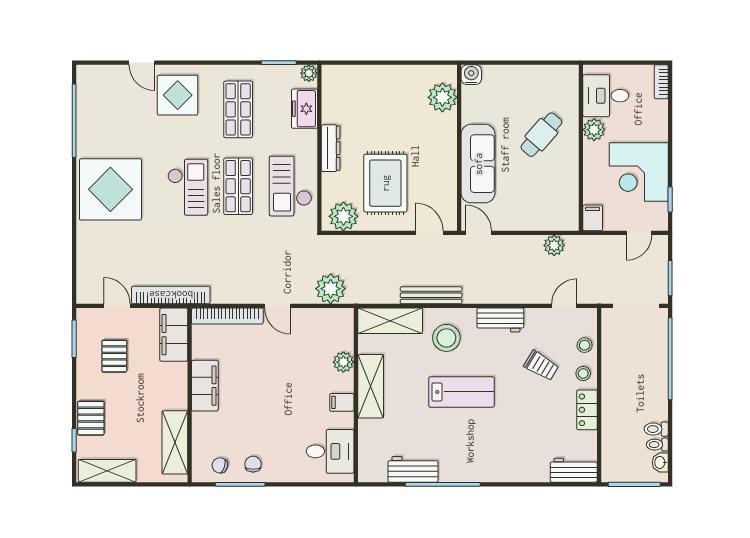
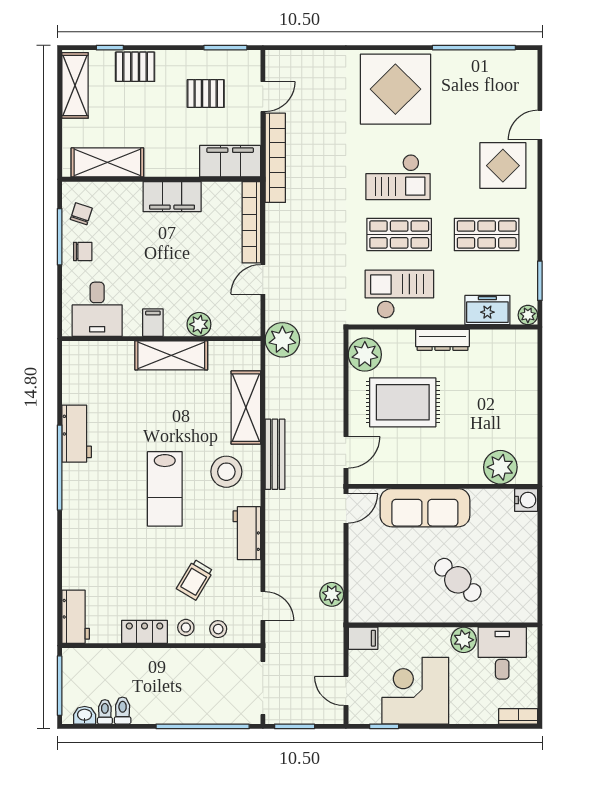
plant: (343, 362) -> (199, 324), moved
shelving: (371, 386) -> (171, 355), moved
wall: (356, 395) -> (161, 339), moved
filing cabinet: (342, 402) -> (153, 323), moved
desk: (330, 451) -> (97, 309), moved

